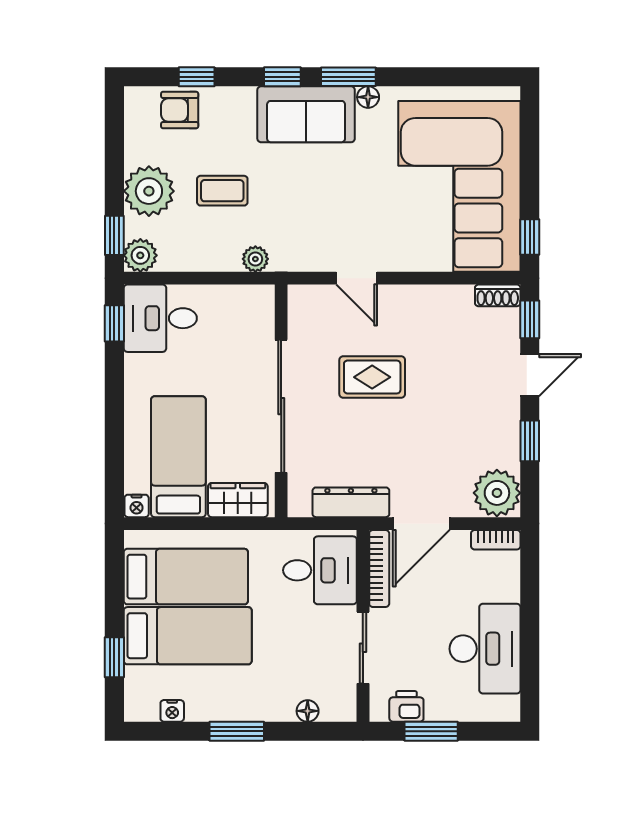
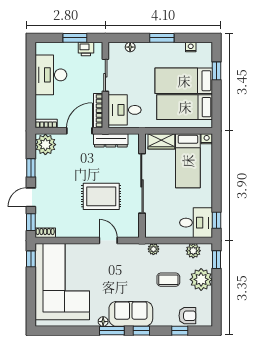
plant: (140, 255) -> (193, 251), moved
rug: (372, 377) -> (101, 196), width x1.36, depth x1.43

